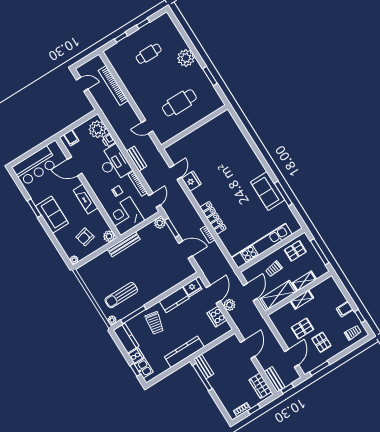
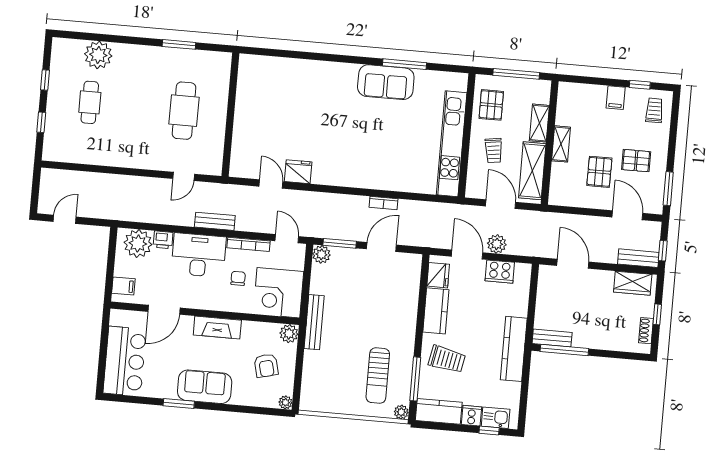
plant: (186, 58) -> (98, 55), moved
bookcase: (113, 86) -> (96, 180), removed
locker: (213, 218) -> (367, 180), removed

